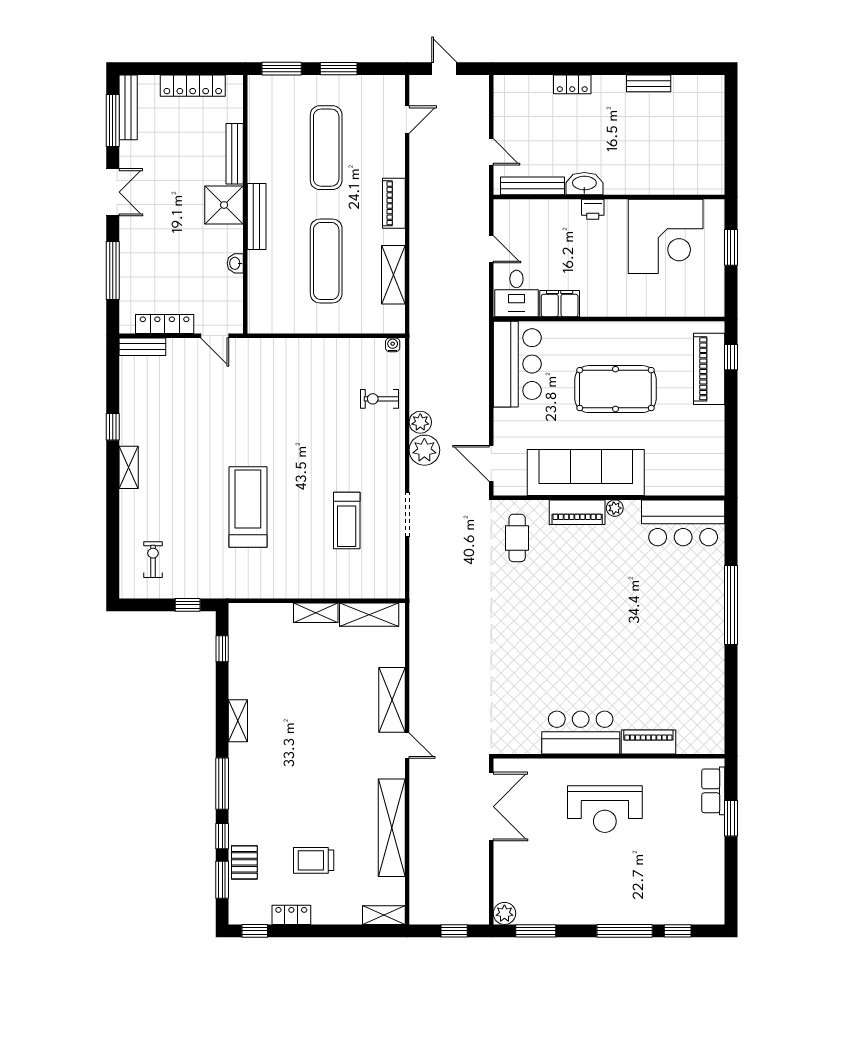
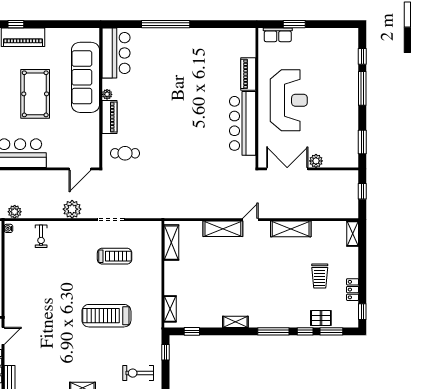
plant: (420, 422) -> (15, 212), moved
sofa: (586, 472) -> (86, 77), moved
exercise bike: (153, 560) -> (138, 373), width x1.38, depth x1.39
shelving: (316, 613) -> (170, 309), moved
bar counter: (581, 733) -> (243, 123), width x1.36
reception desk: (605, 809) -> (289, 100), width x1.36, depth x1.30
shelving: (392, 828) -> (291, 229), width x0.68
plant: (504, 913) -> (316, 161), moved

